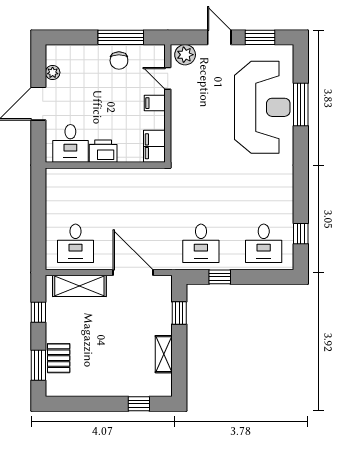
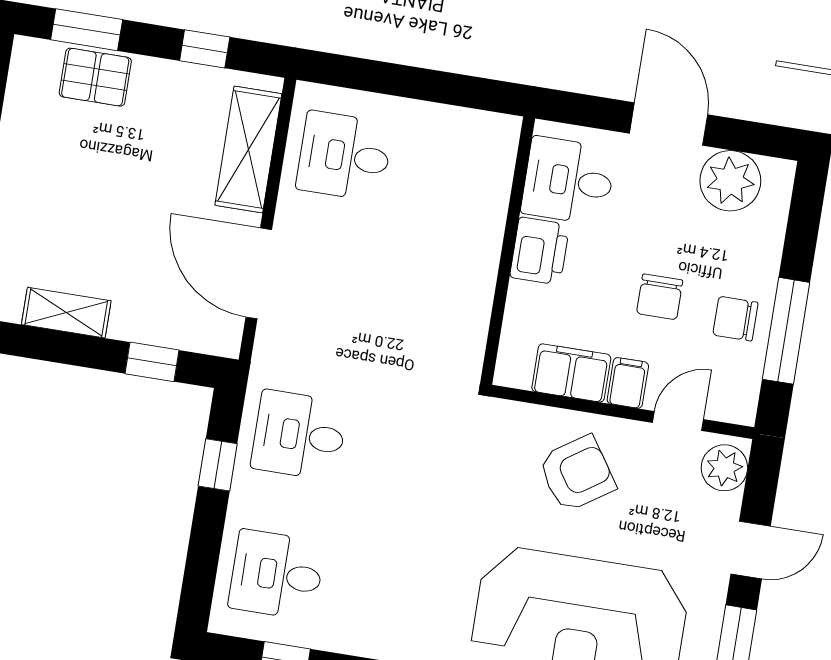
plant: (53, 73) -> (730, 181), width x1.87, depth x1.87
chair: (115, 95) -> (660, 297), added
armchair: (198, 119) -> (577, 474), added
filing cabinet: (154, 146) -> (571, 373), moved
door: (133, 273) -> (259, 273), swing flipped

